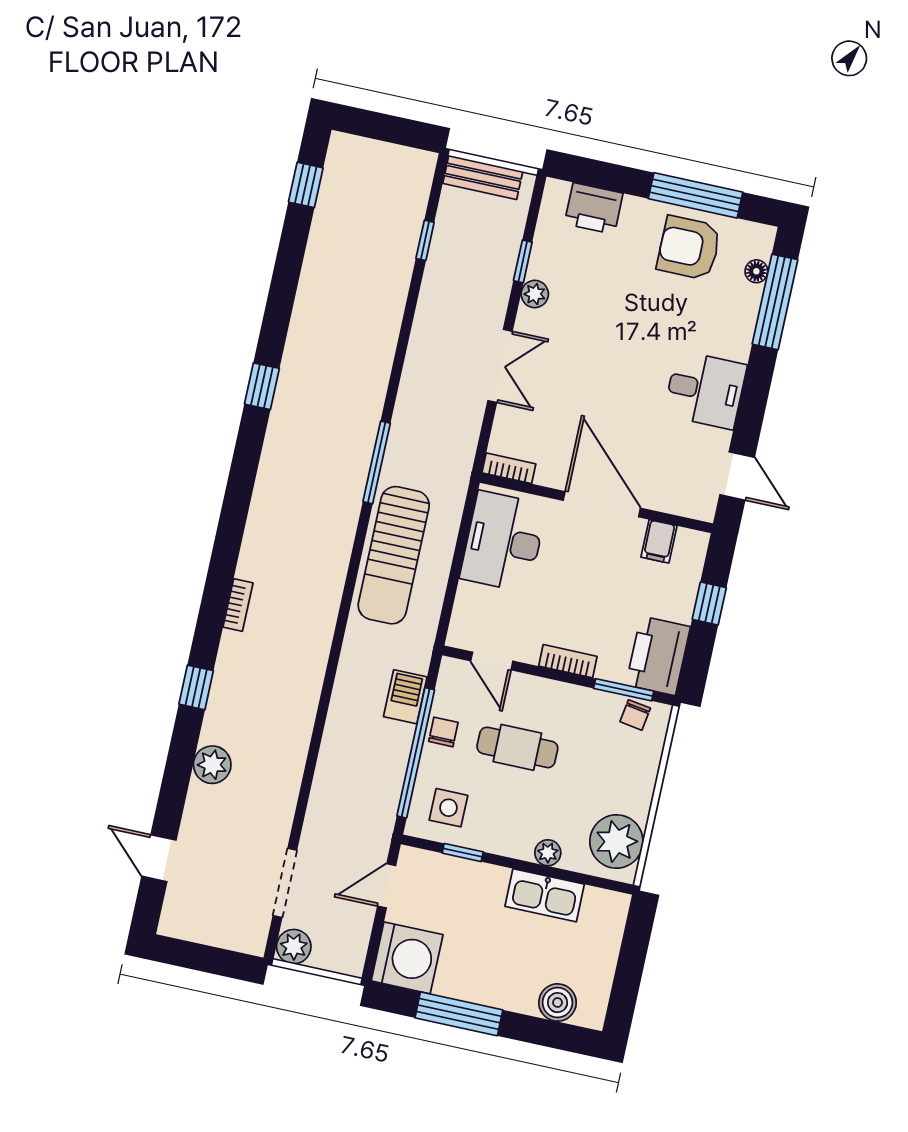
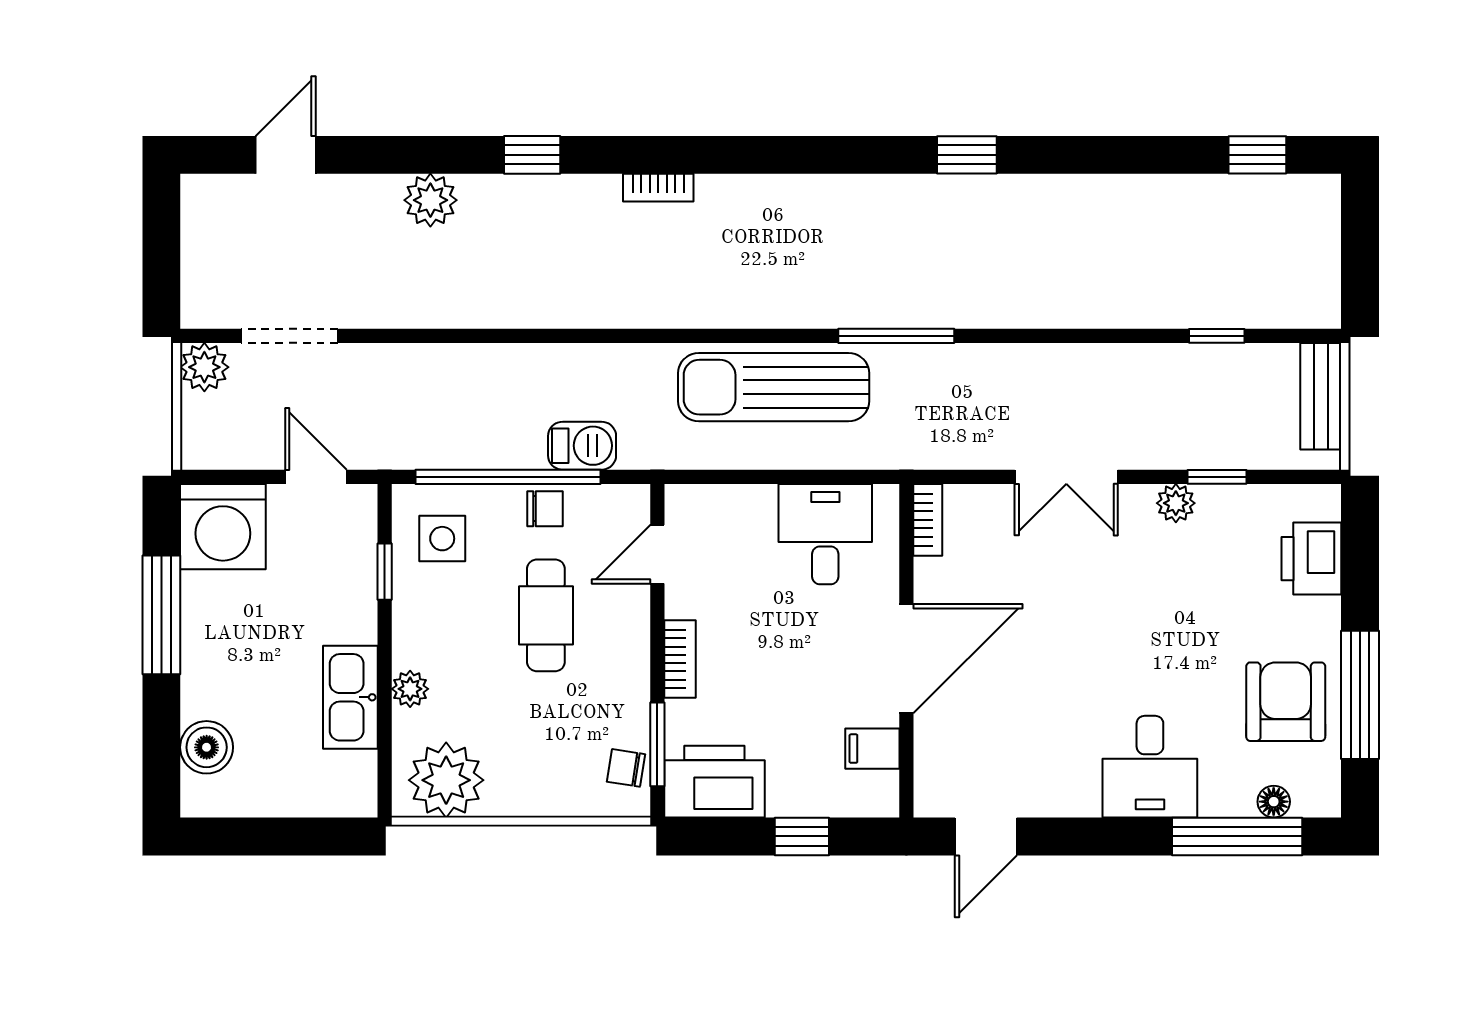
desk: (705, 390) -> (1150, 767), moved
desk: (503, 542) -> (825, 534), width x0.73

